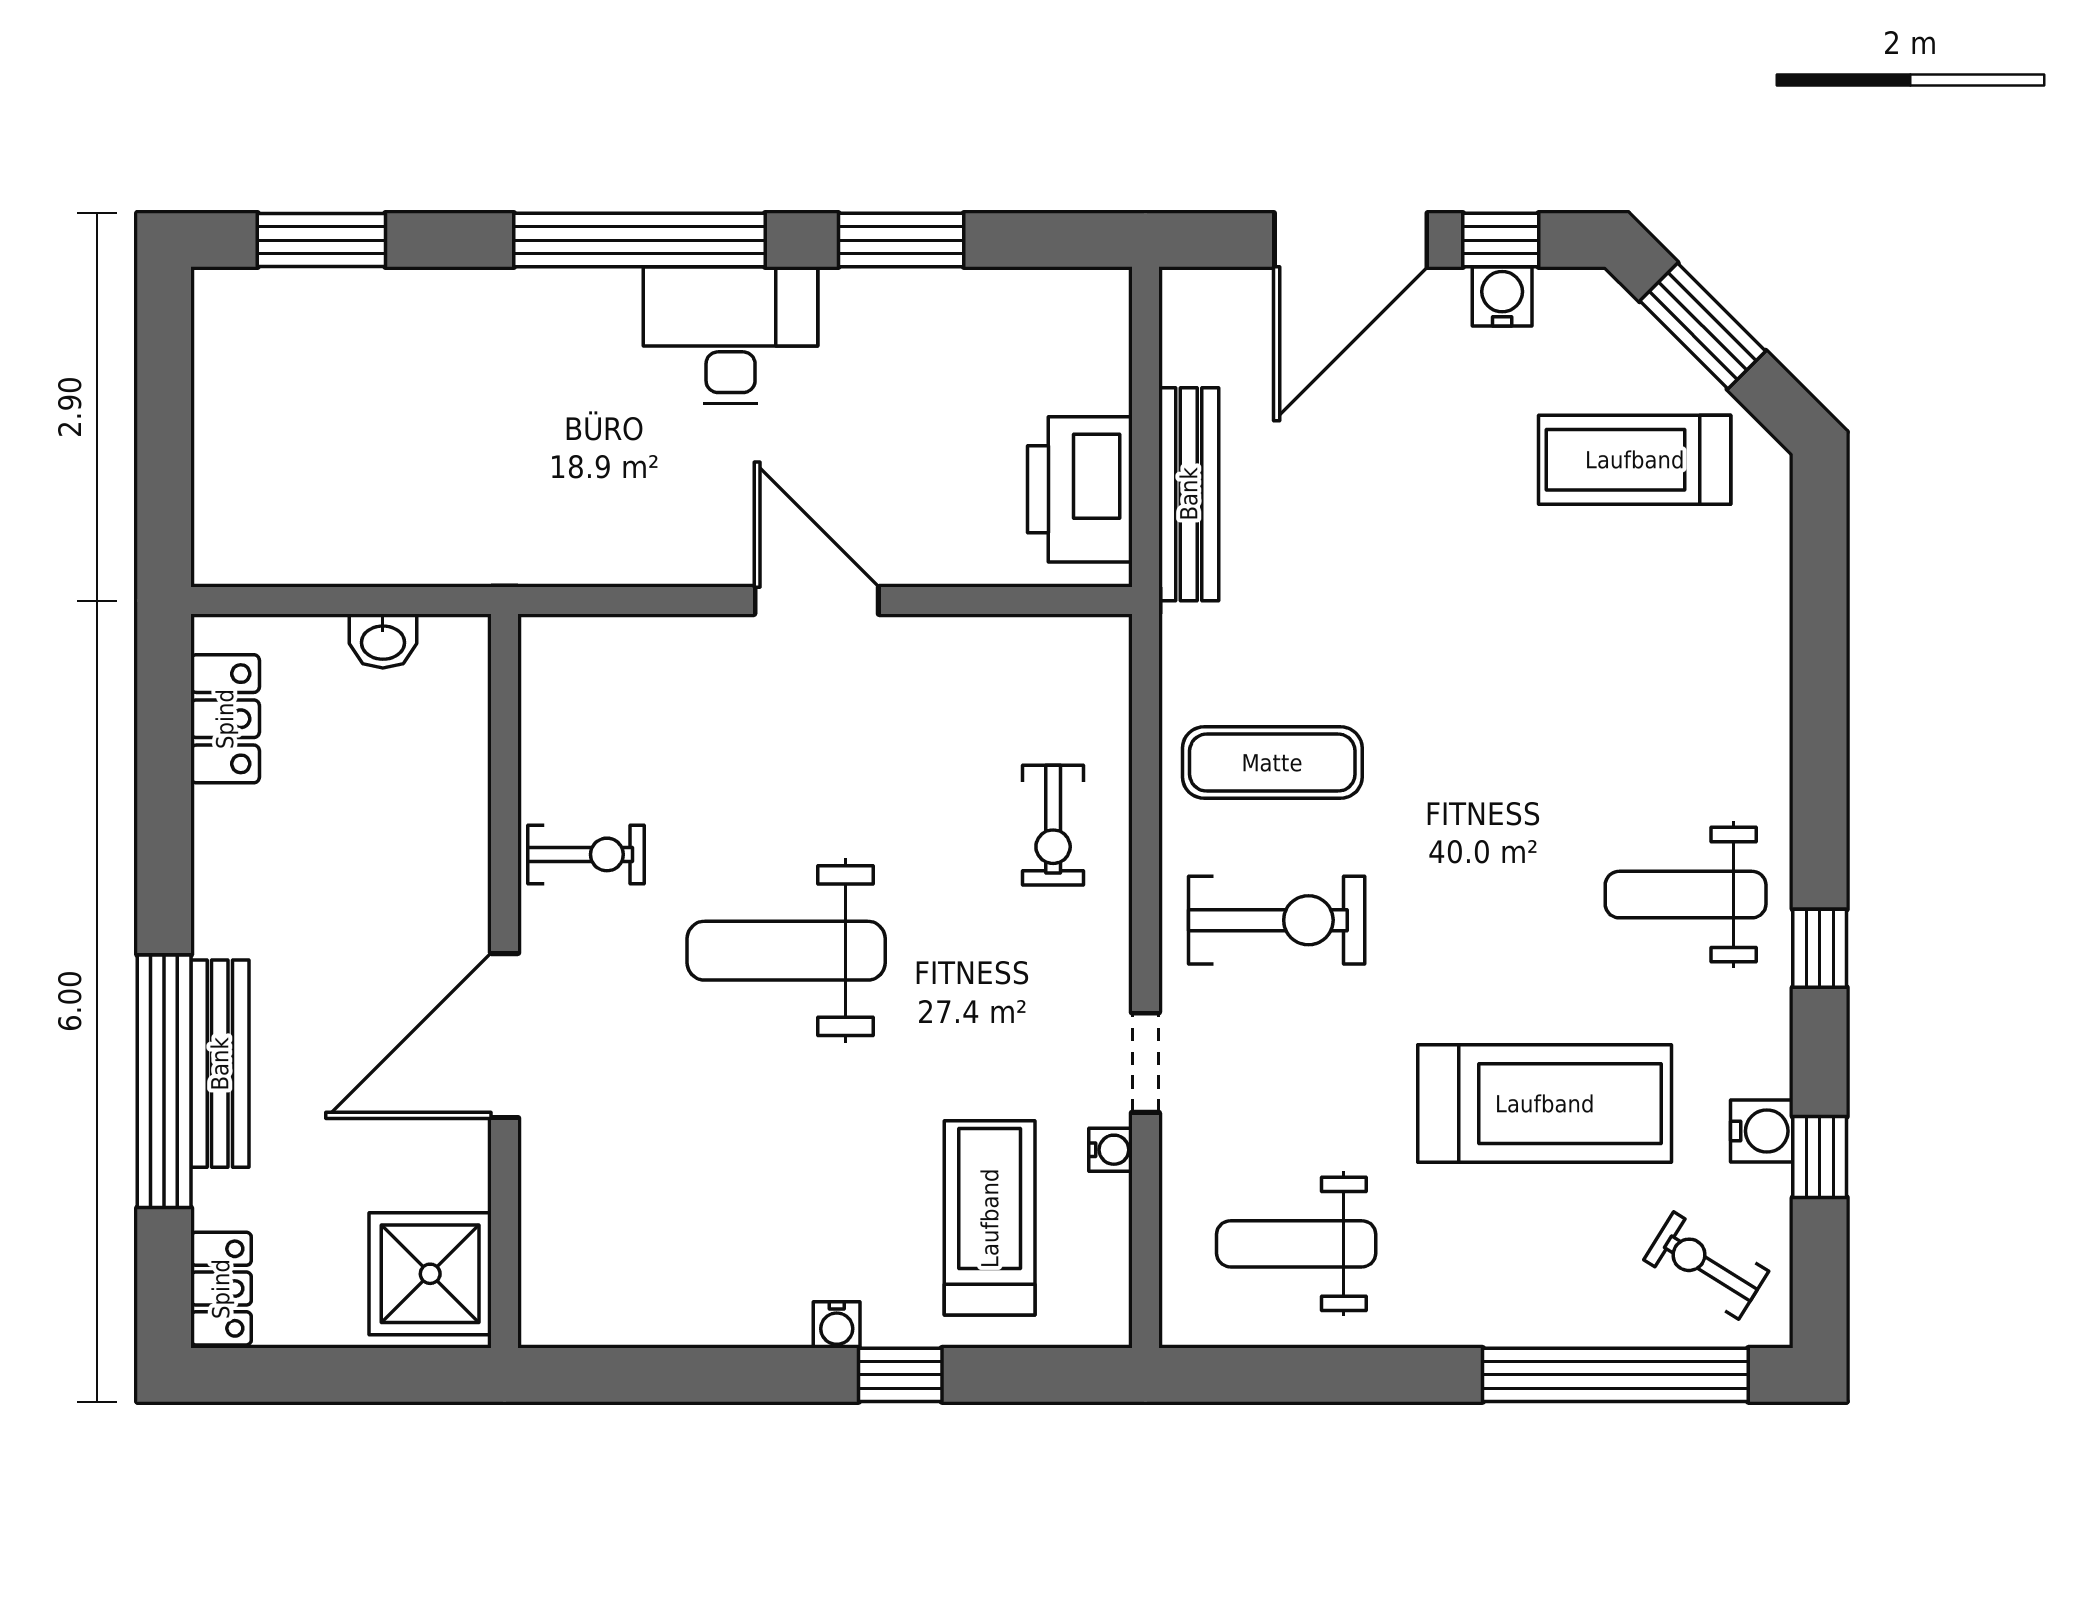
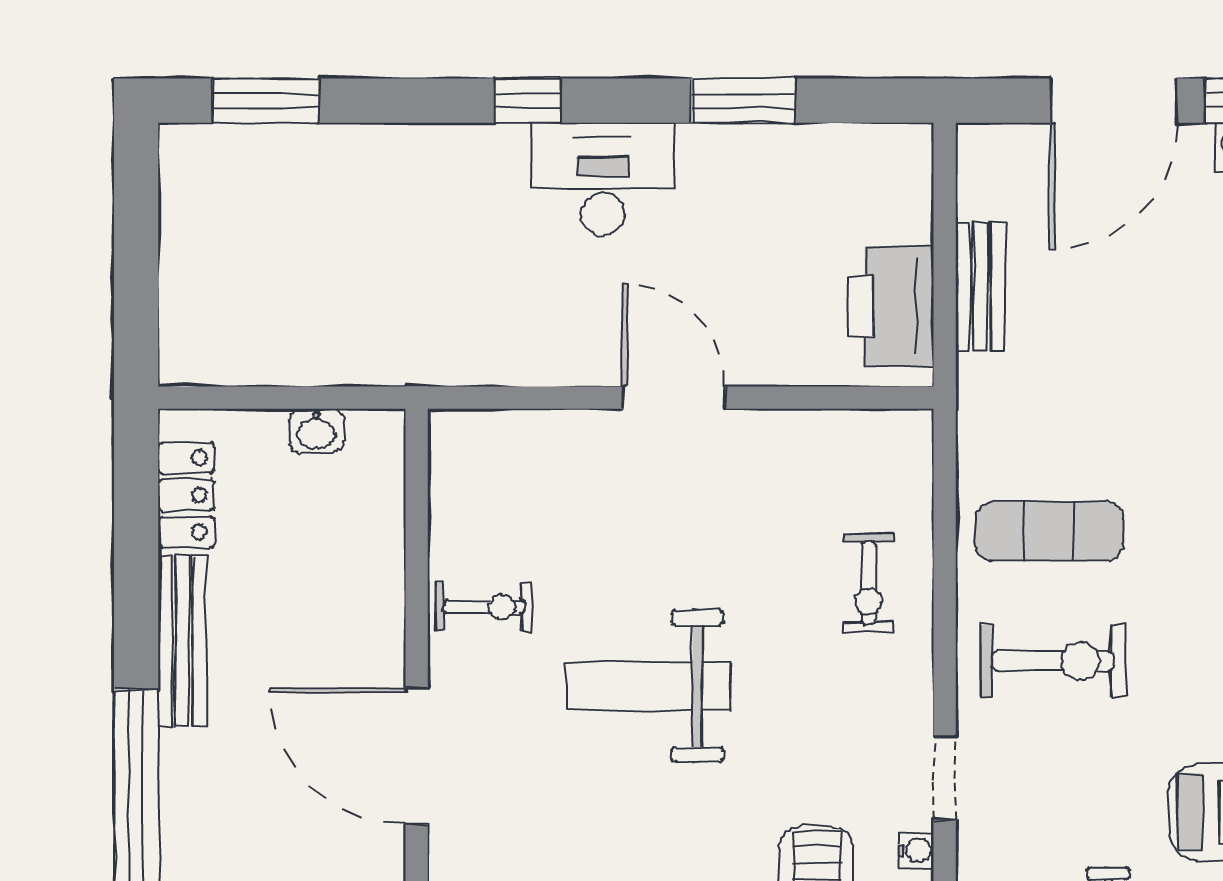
window: (639, 240) -> (528, 101), width x0.32
bench: (1189, 494) -> (980, 287), width x0.73
door: (505, 1036) -> (417, 756), hinge flipped
bench: (220, 1064) -> (182, 641), moved

